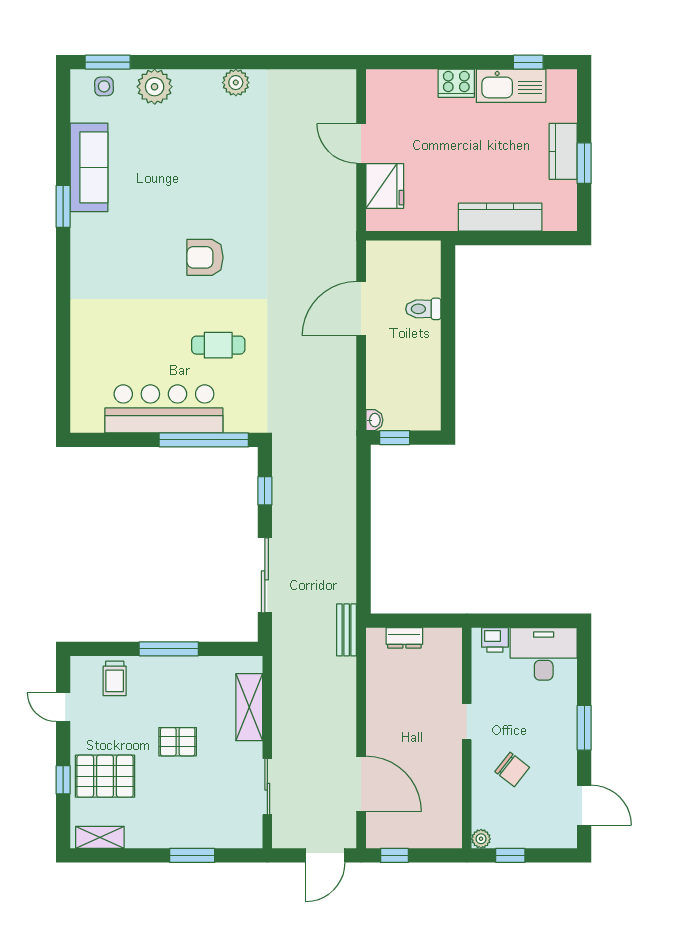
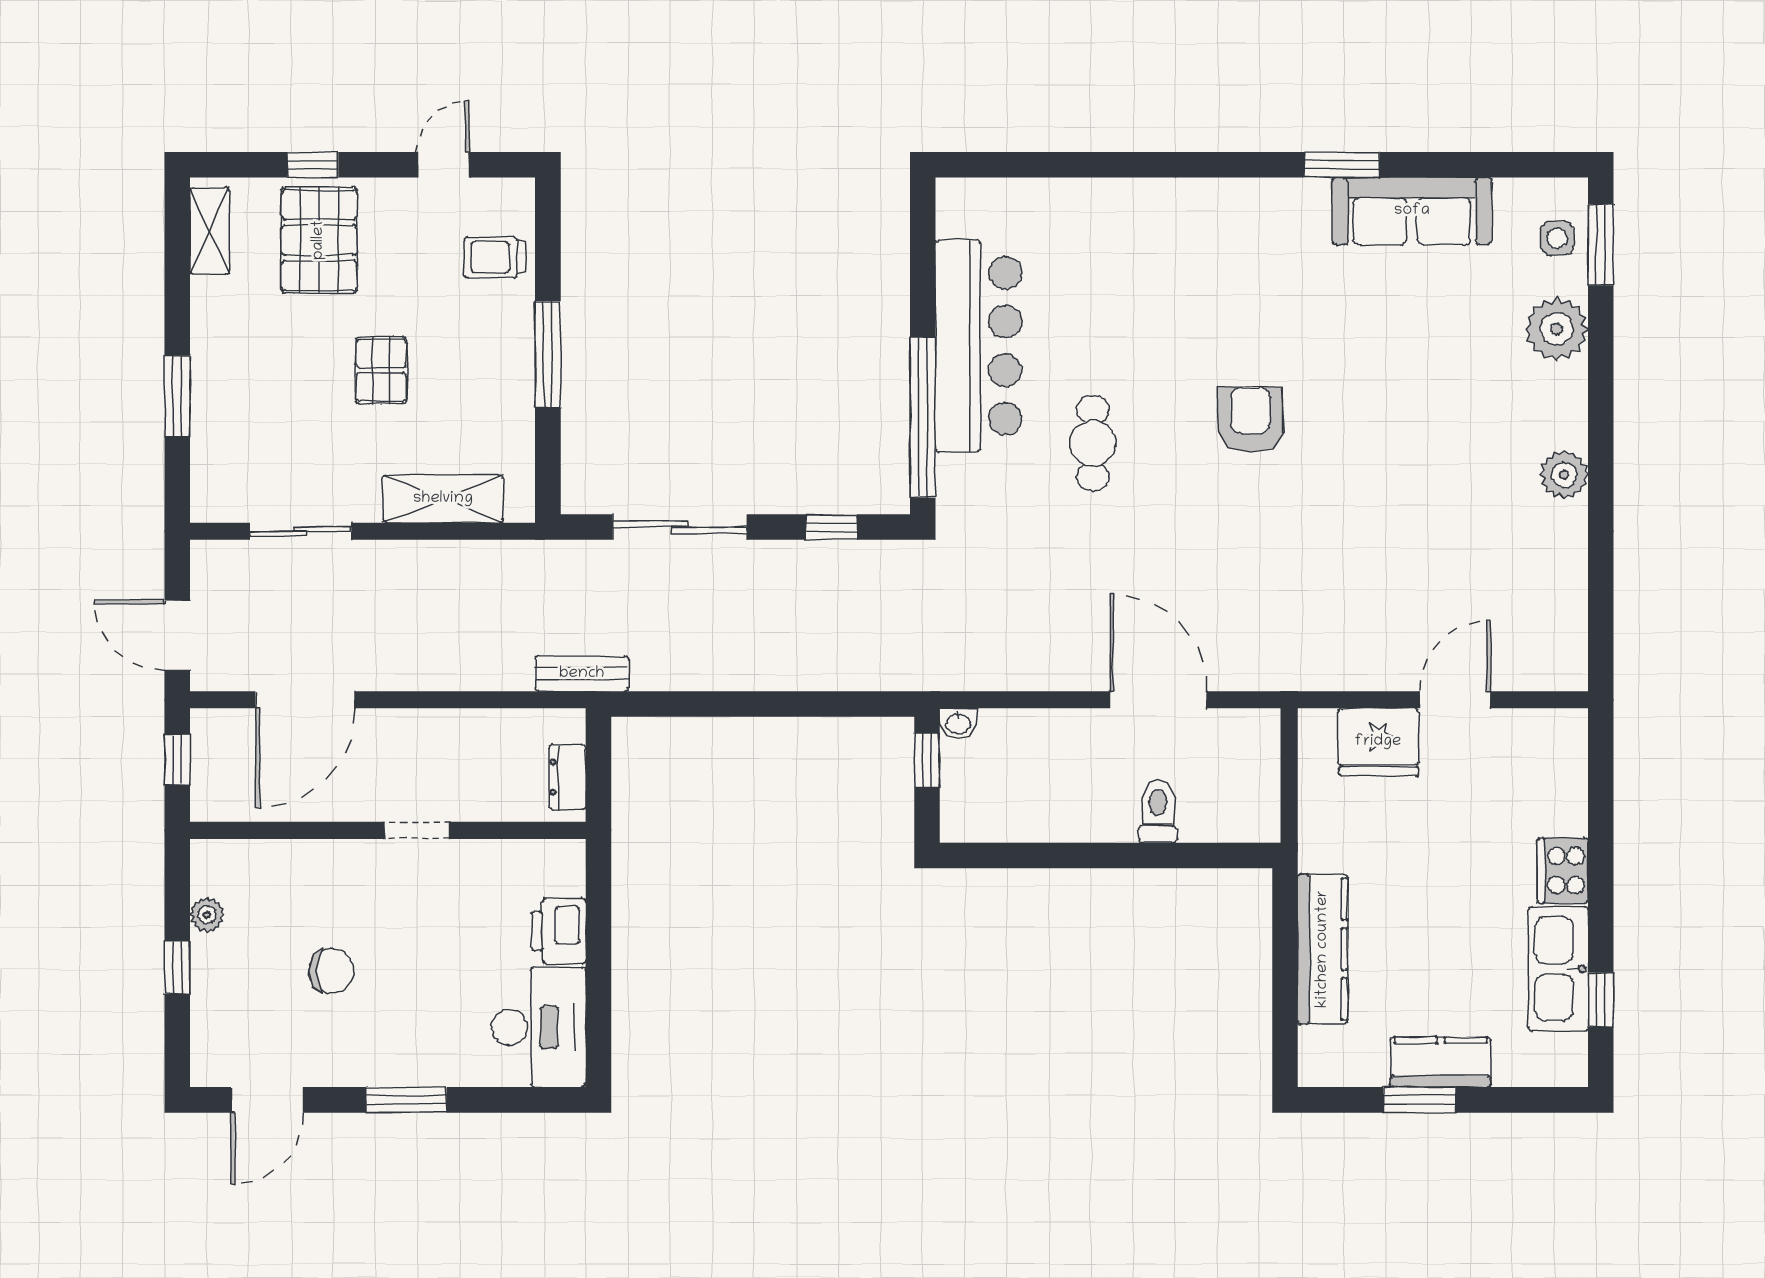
printer: (495, 640) -> (559, 931), width x1.36, depth x1.24
doorway: (467, 722) -> (417, 830), moved
wall: (467, 738) -> (388, 830), moved
chair: (512, 769) -> (331, 971), turned -128

